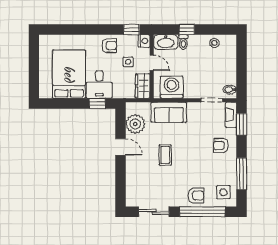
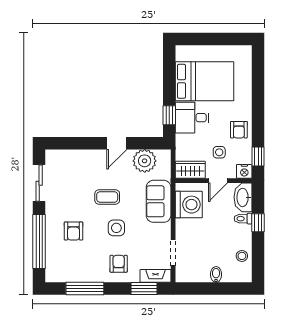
bidet: (230, 90) -> (216, 274), moved
side table: (223, 192) -> (116, 228), moved
armchair: (196, 196) -> (74, 231), moved

